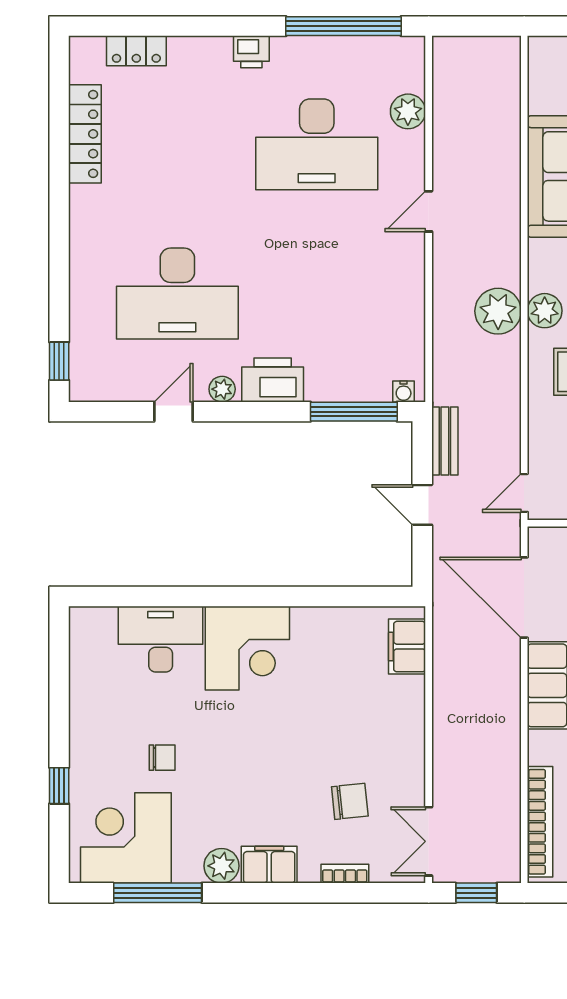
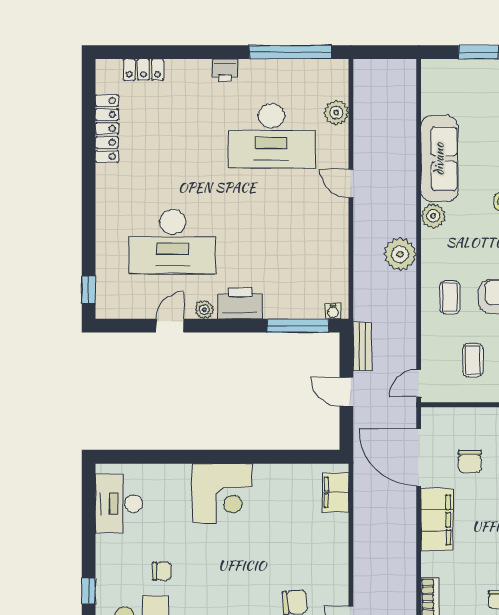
door: (429, 211) -> (351, 183), hinge flipped
plant: (545, 311) -> (433, 216), moved
desk: (161, 639) -> (119, 504), moved, turned -90

